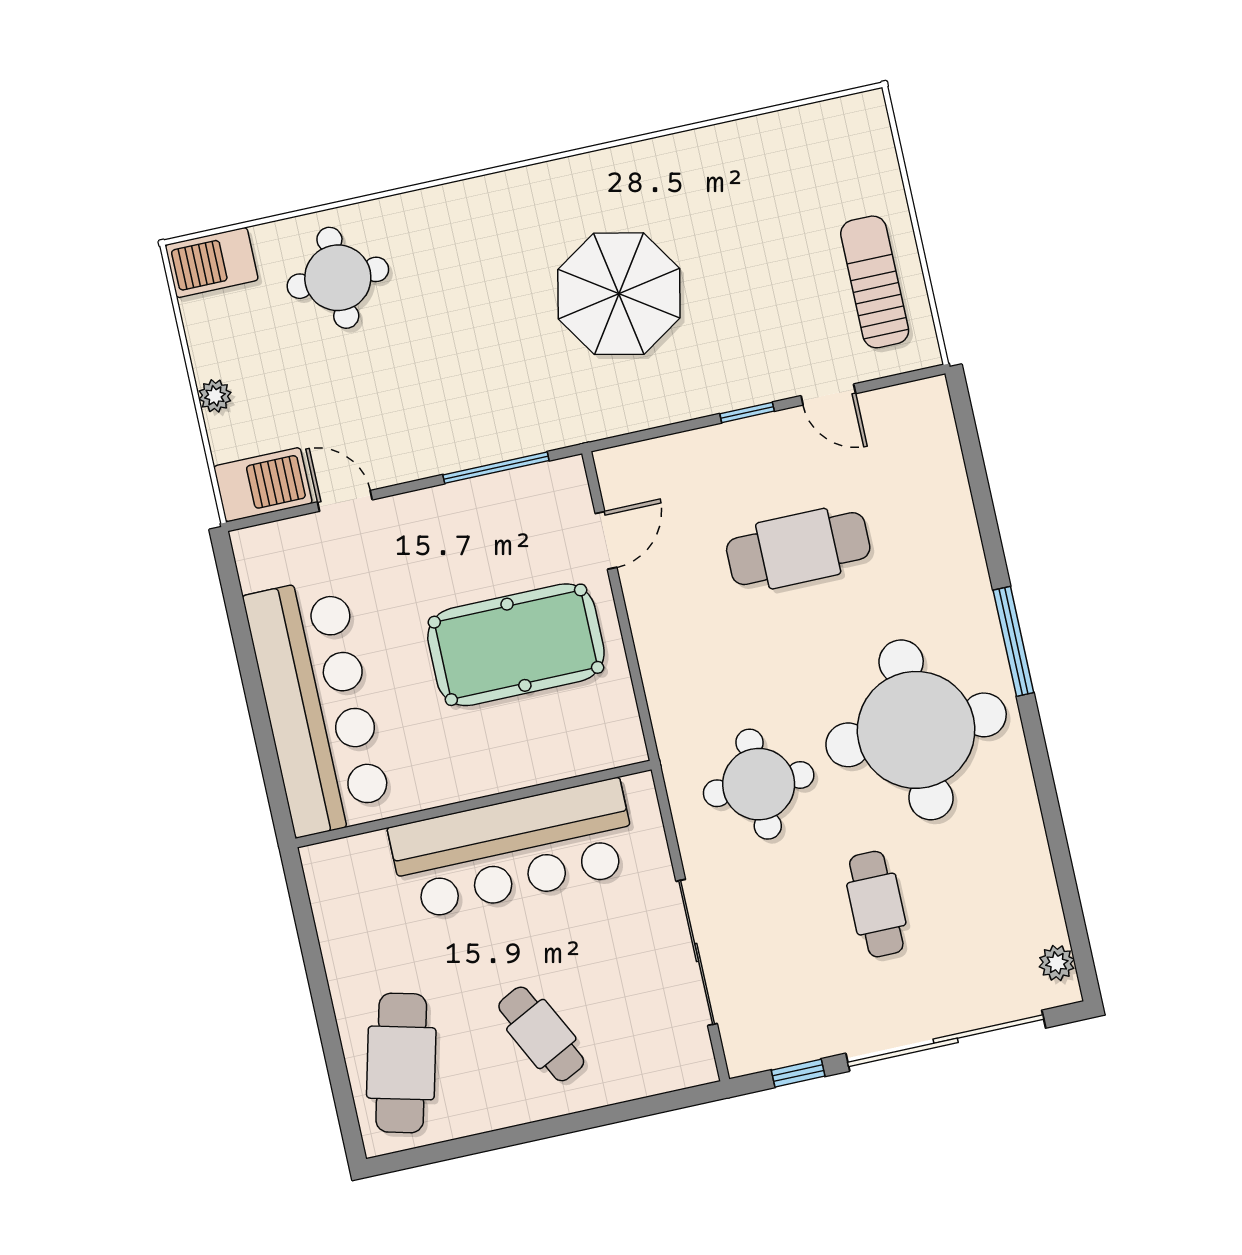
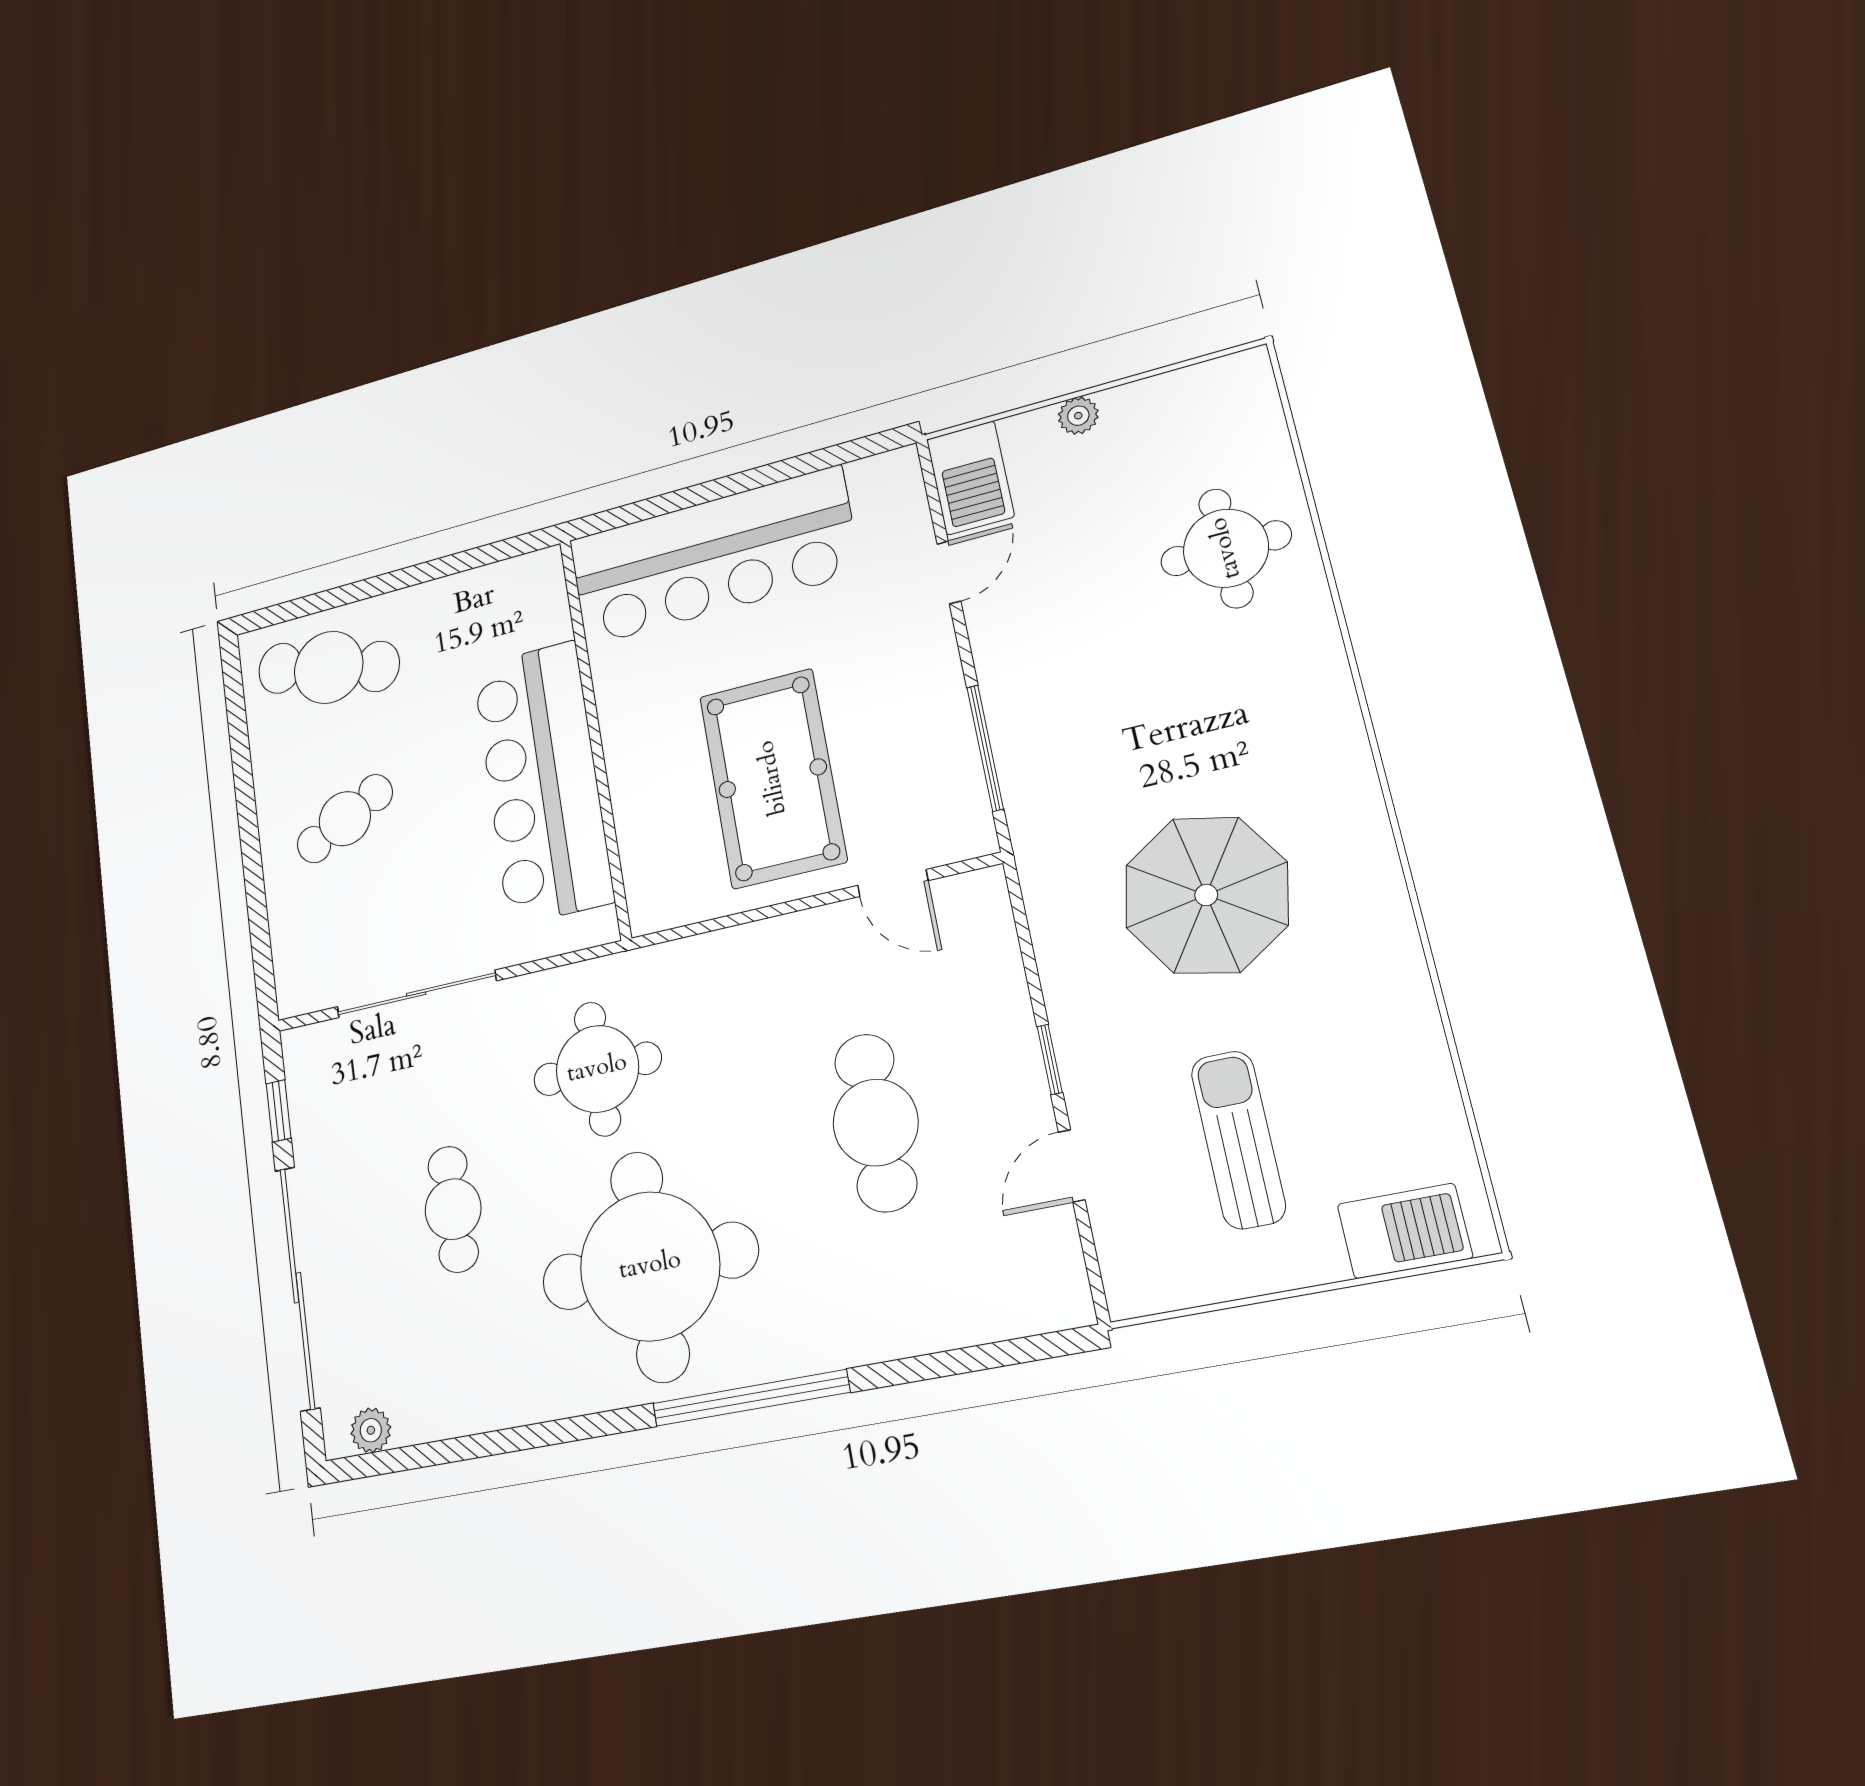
barbecue: (212, 263) -> (1405, 1231), moved, turned 90
sun lounger: (875, 282) -> (1238, 1140), moved, turned -90
window: (1013, 641) -> (751, 1398), width x1.46
cafe table: (876, 904) -> (453, 1209), turned 90

